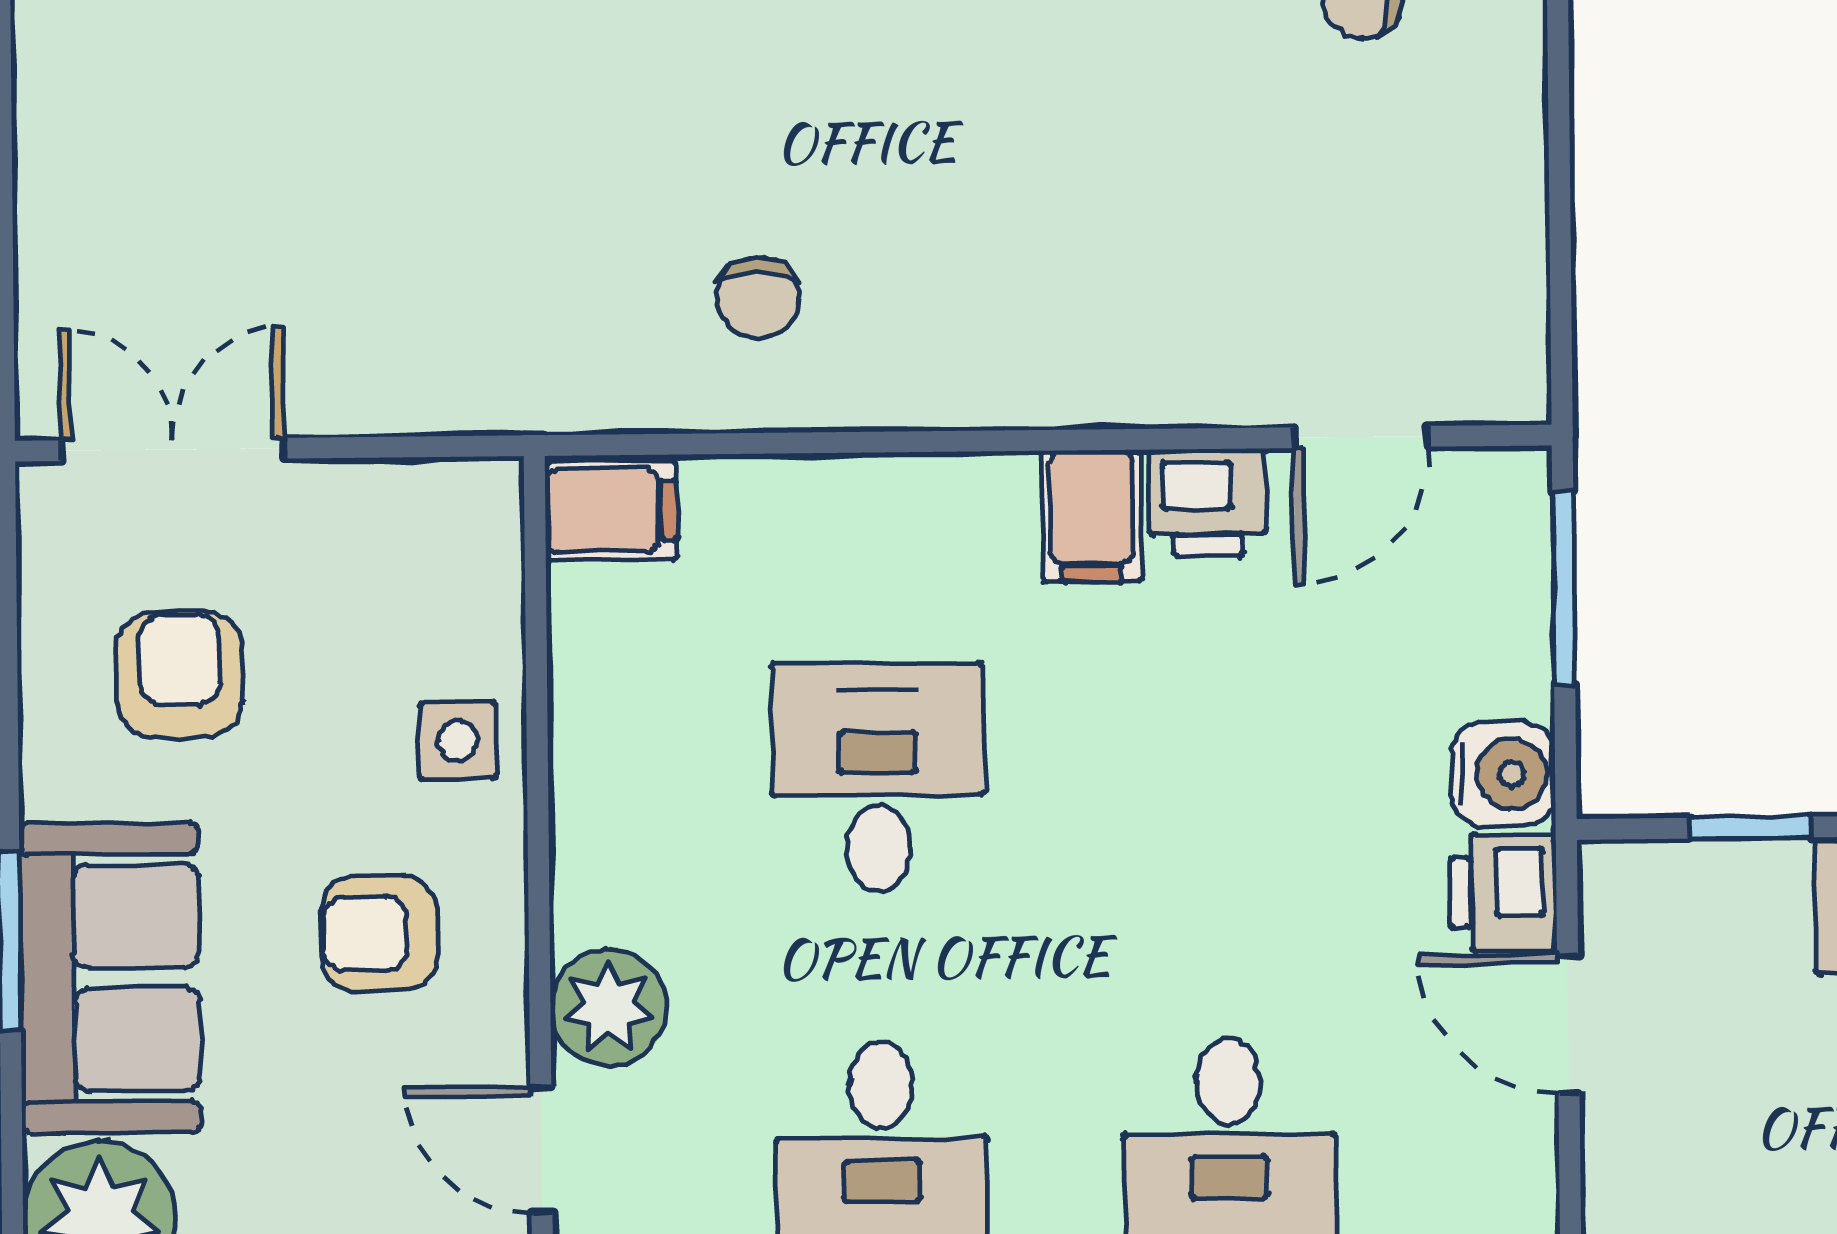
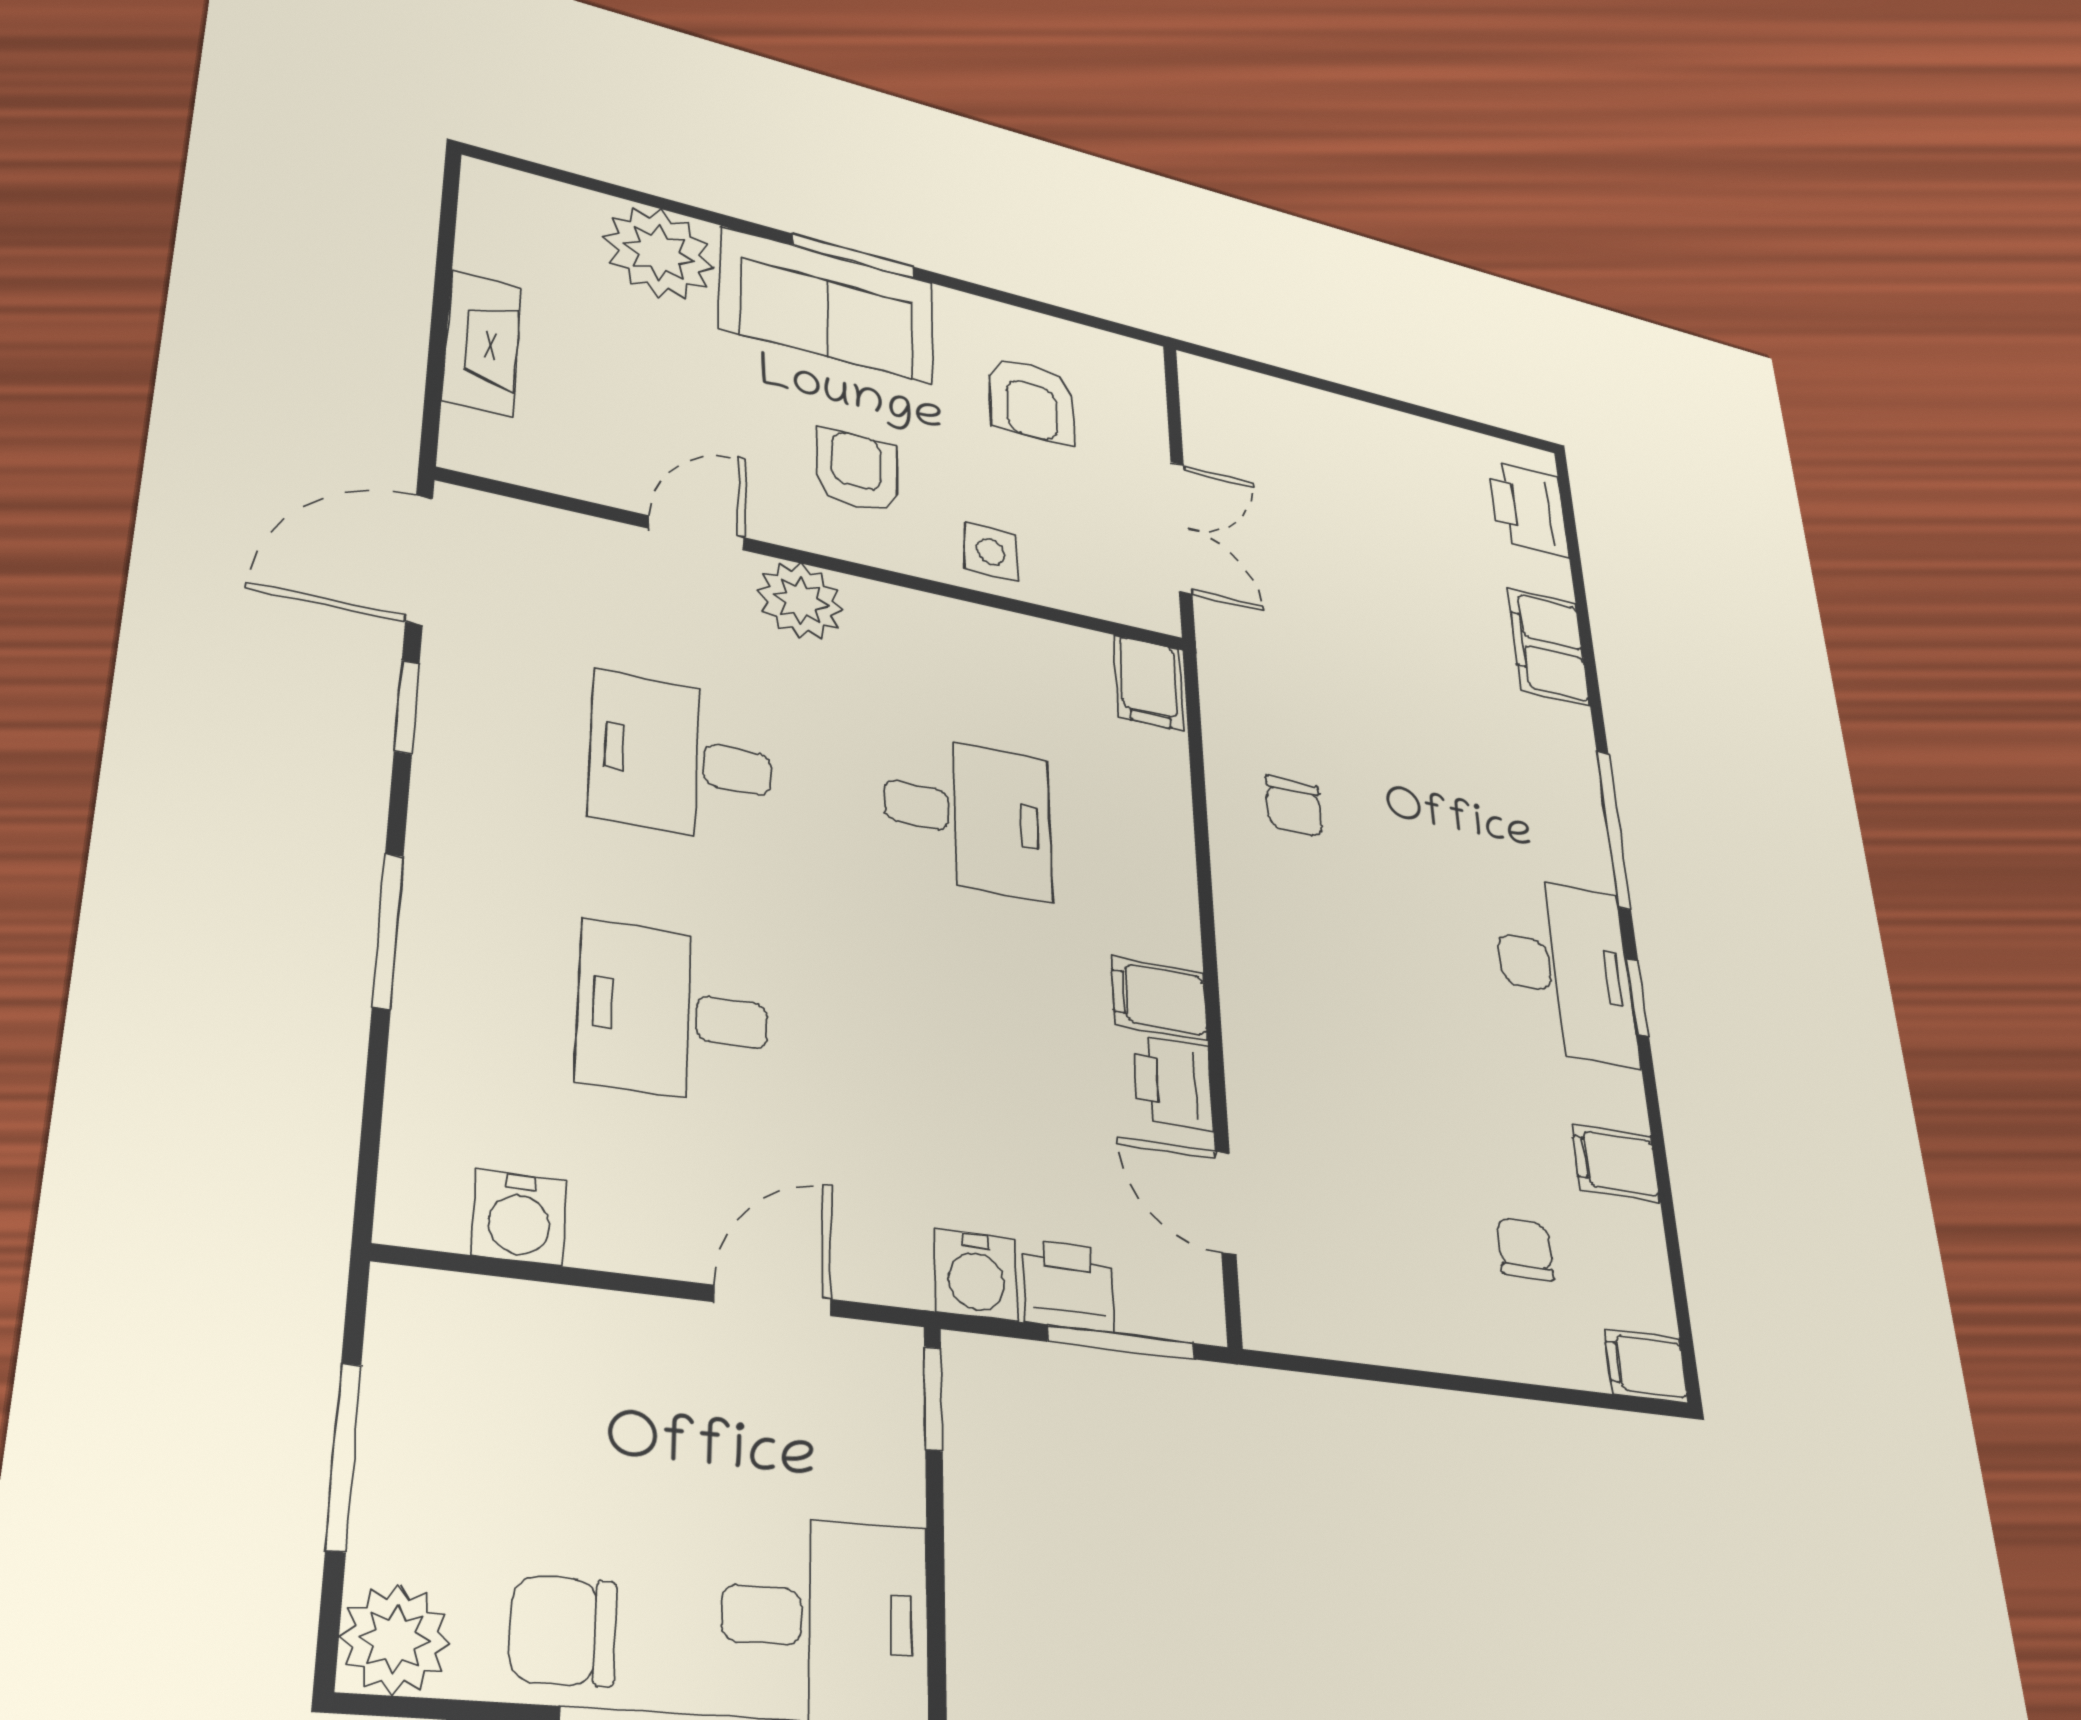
chair: (758, 298) -> (1294, 806), turned -90
double door: (172, 449) -> (1181, 528), moved
armchair: (180, 675) -> (1031, 400), turned 90
window: (1751, 828) -> (933, 1399), moved
printer: (1503, 892) -> (1068, 1286), moved

